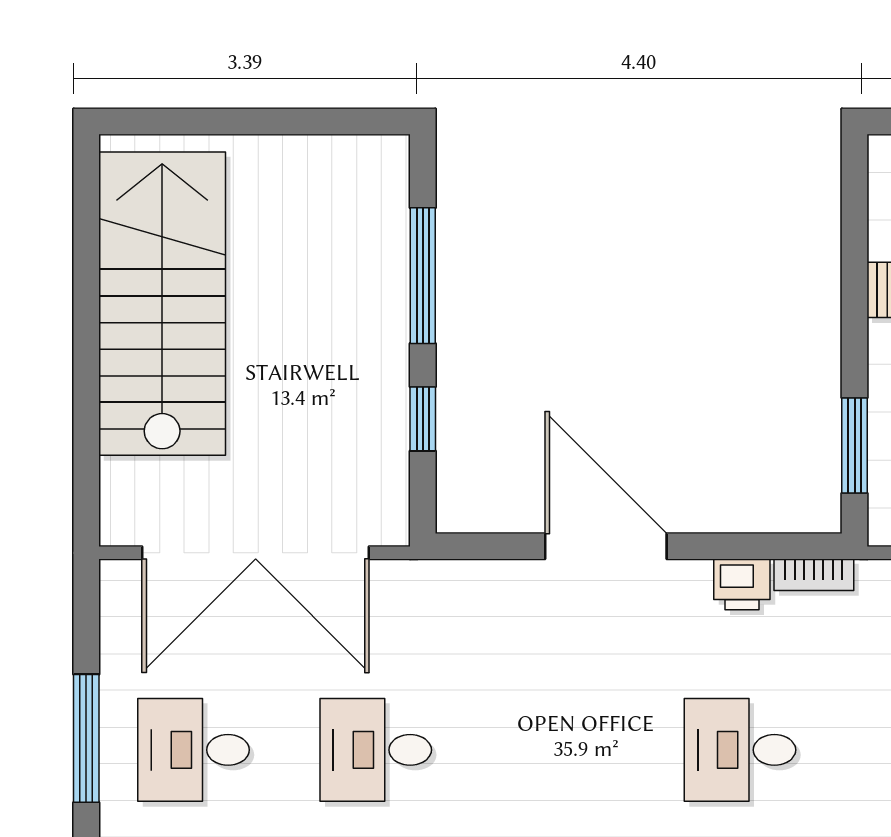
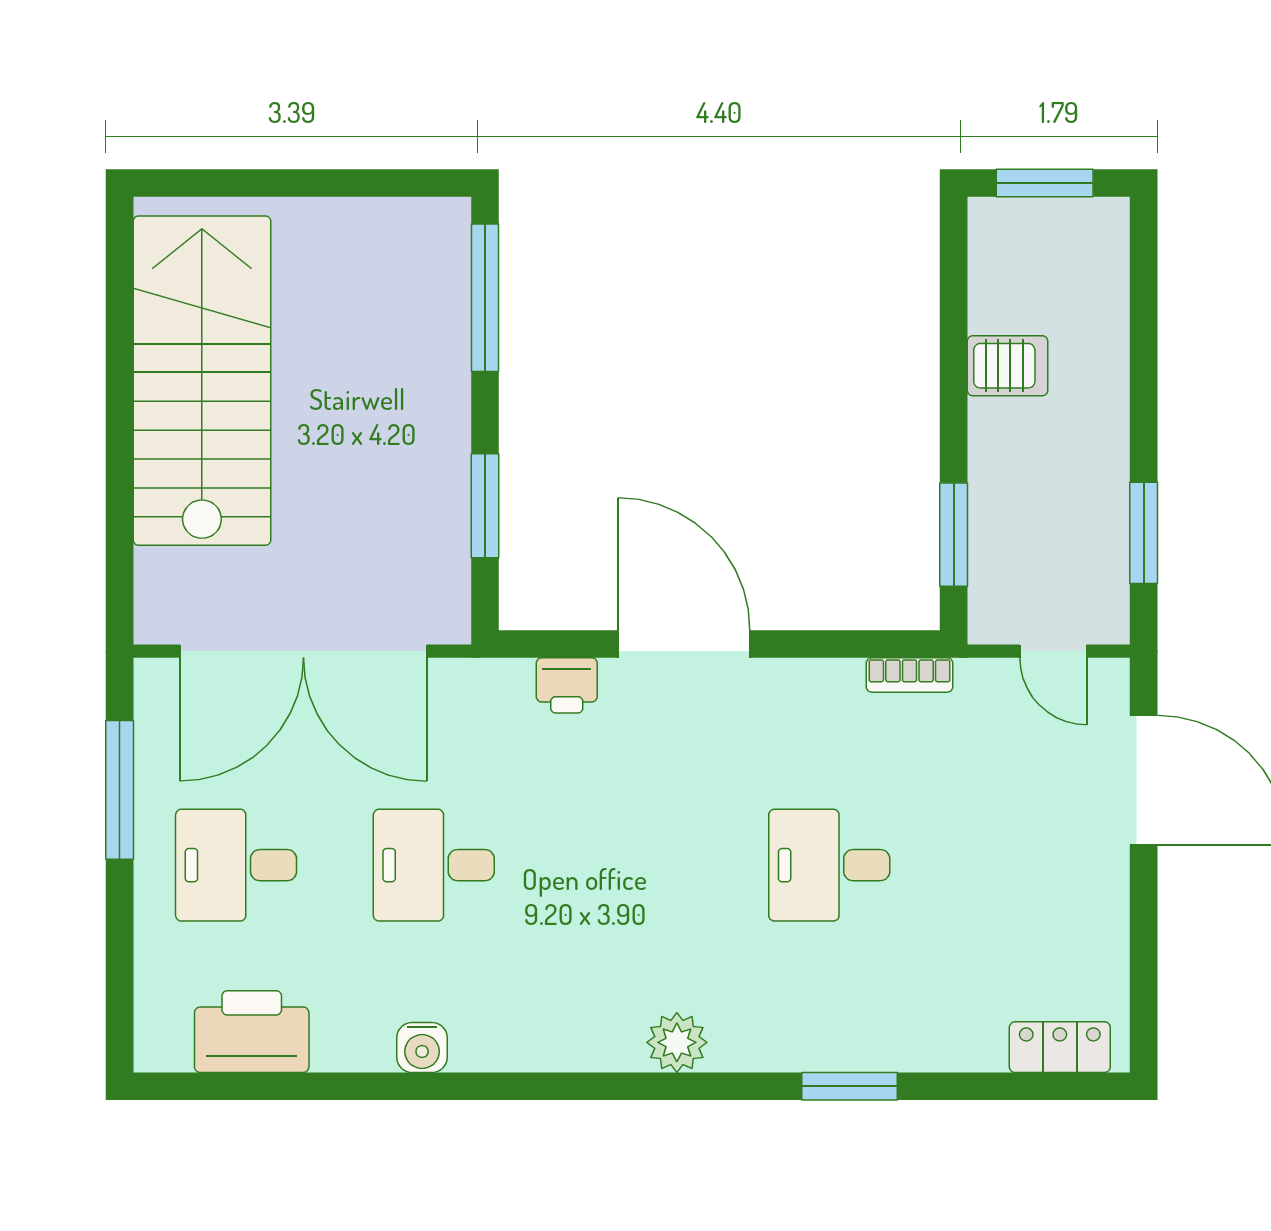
window: (423, 276) -> (485, 298), moved
window: (423, 419) -> (485, 506), width x1.50
printer: (742, 584) -> (567, 685), moved
window: (86, 738) -> (120, 790), moved

